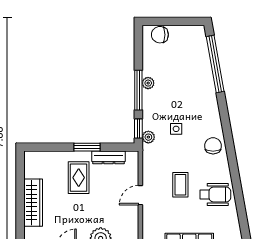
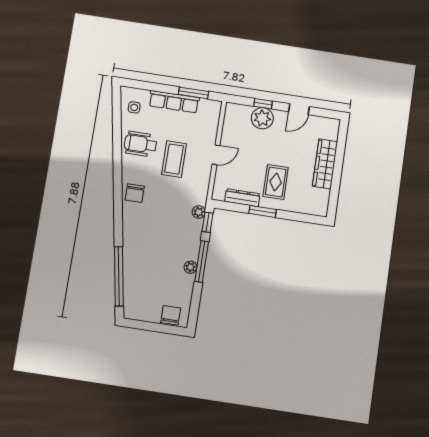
chair: (160, 35) -> (171, 315), turned -90
side table: (176, 129) -> (134, 107), moved
coffee table: (180, 185) -> (174, 159), width x1.36, depth x1.30

